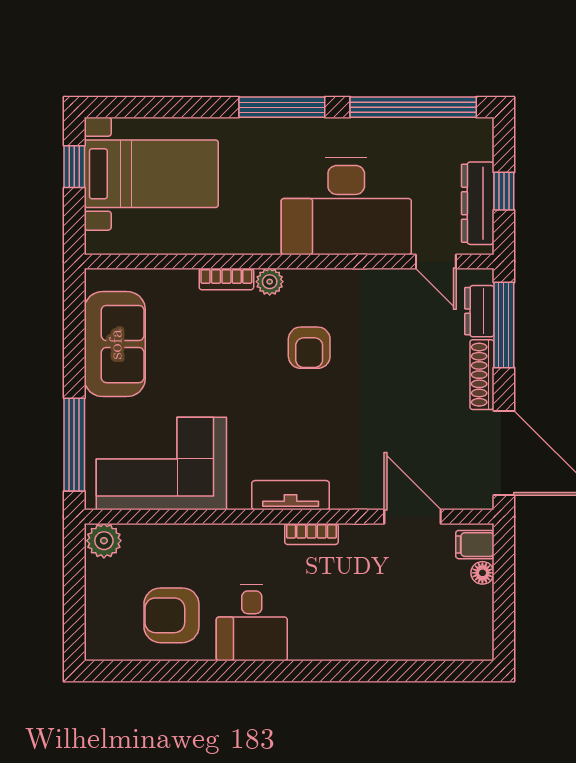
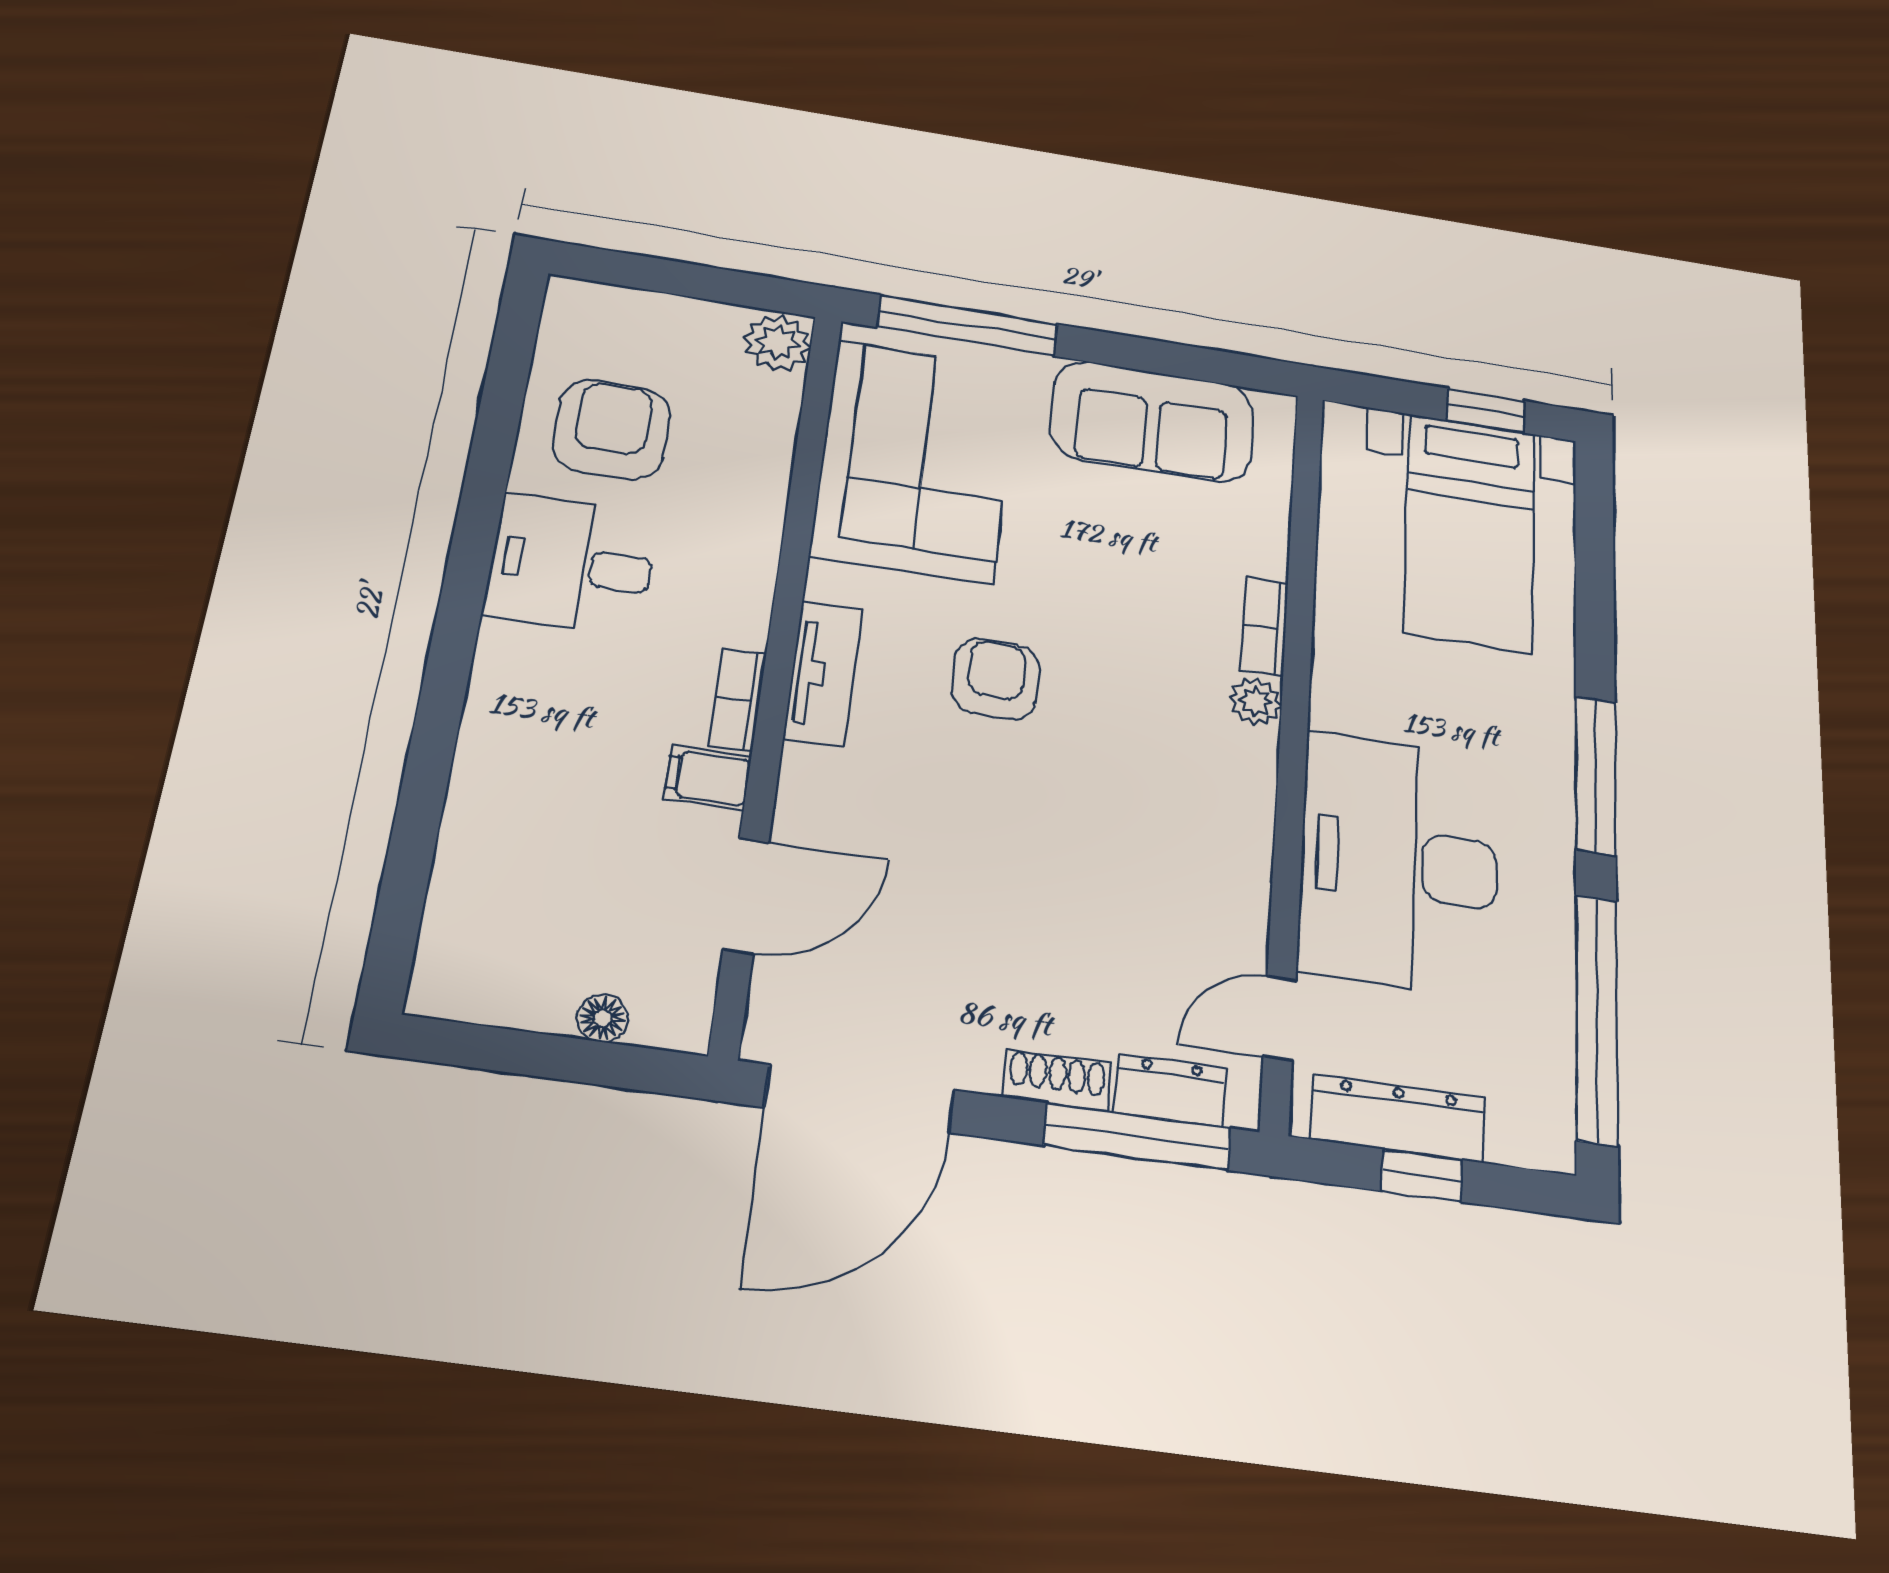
armchair: (309, 348) -> (996, 679), moved, turned 90
shoe rack: (482, 375) -> (1057, 1080), width x0.70
filing cabinet: (475, 545) -> (708, 778), moved, turned -90

